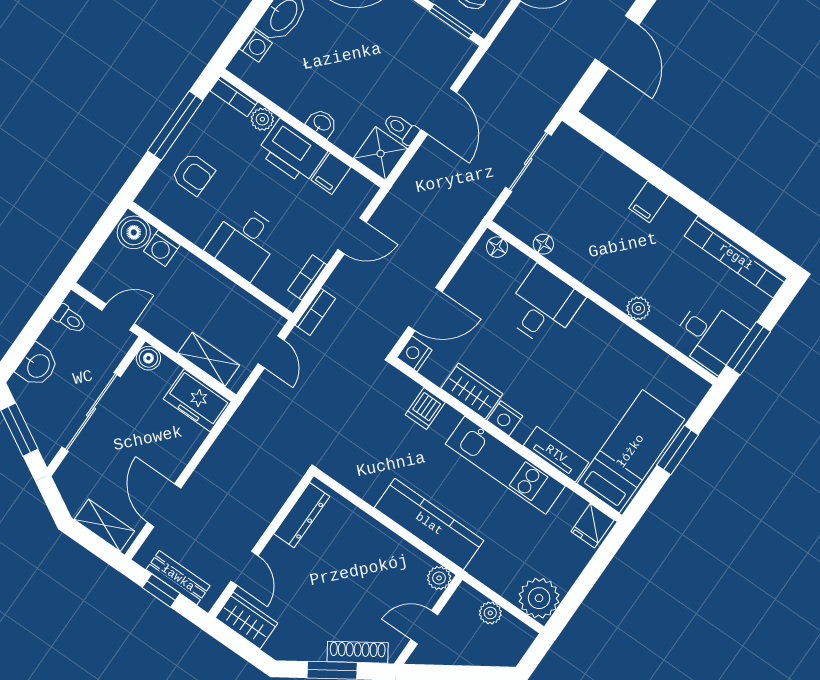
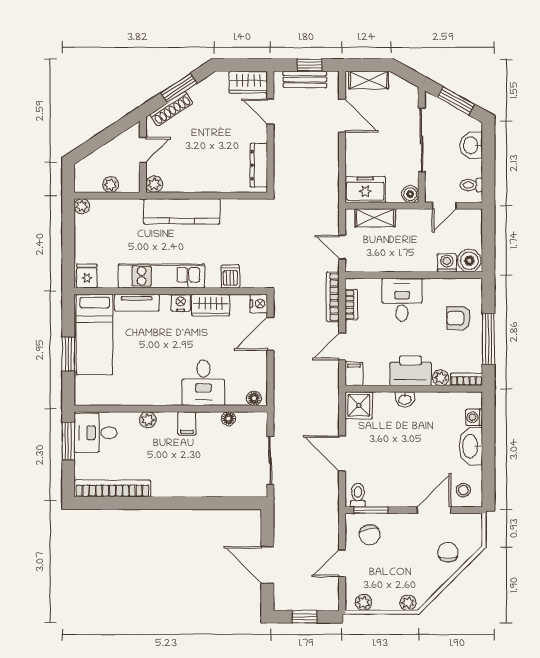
toilet: (401, 129) -> (358, 495), moved, turned -90
filing cabinet: (331, 174) -> (354, 374), moved
filing cabinet: (649, 202) -> (187, 423), moved, turned 180
bookcase: (315, 312) -> (333, 297), width x1.56
plant: (539, 598) -> (82, 206), width x0.53, depth x0.53

